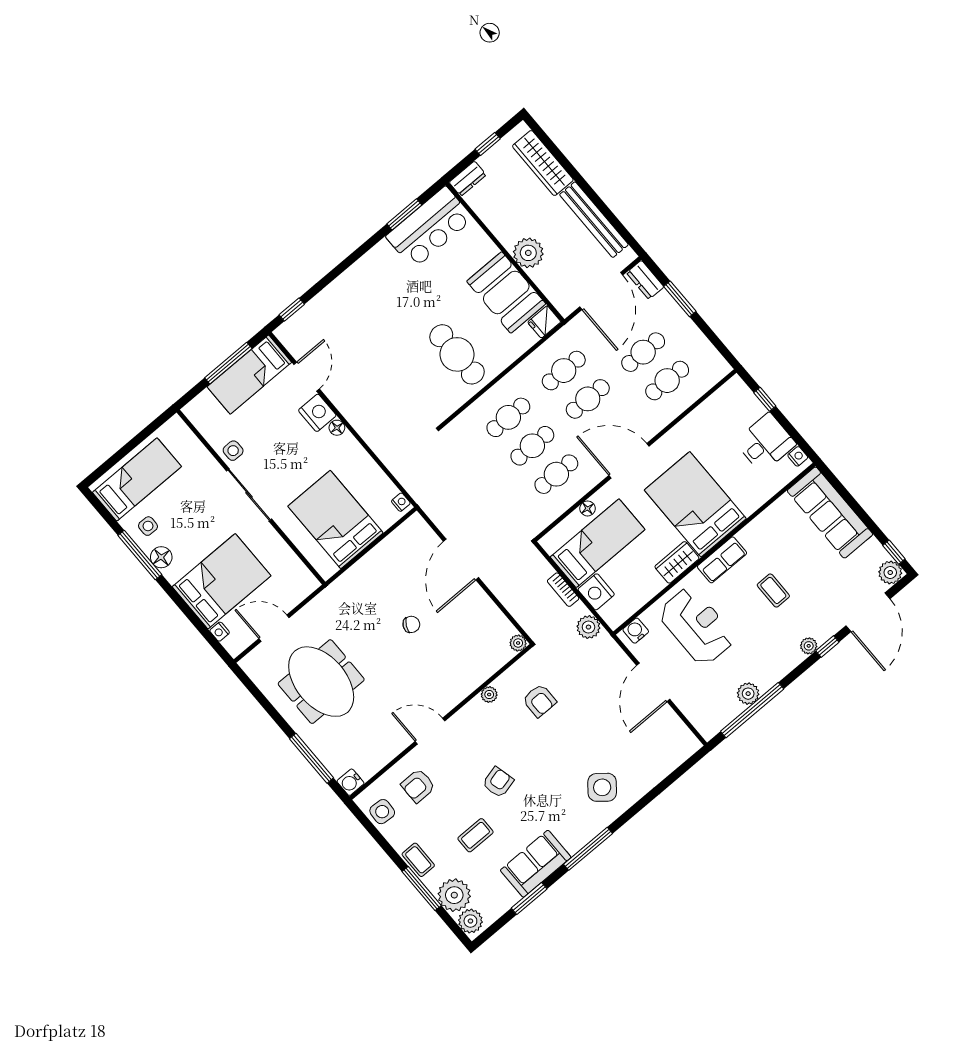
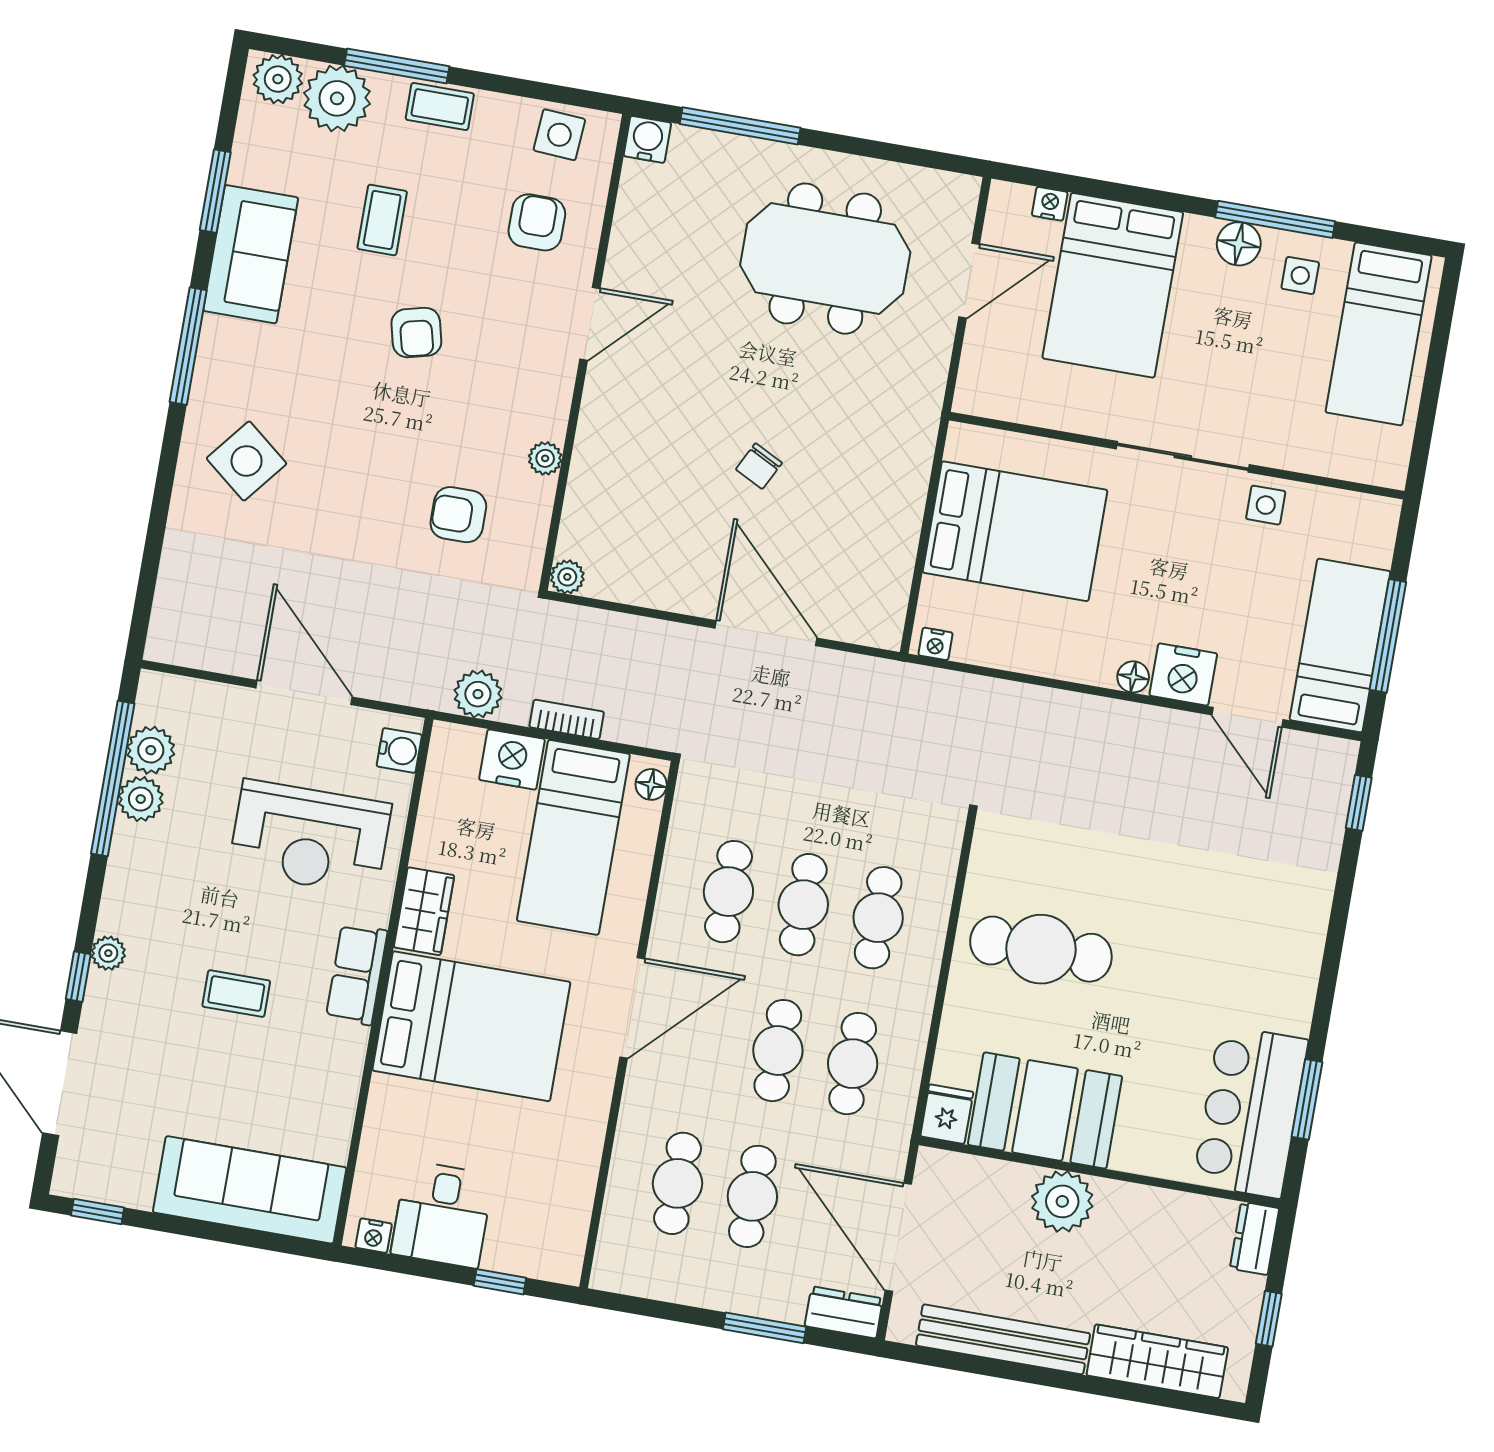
floor lamp: (588, 508) -> (651, 784), moved
plant: (890, 572) -> (151, 750), moved

